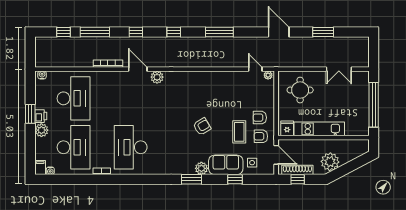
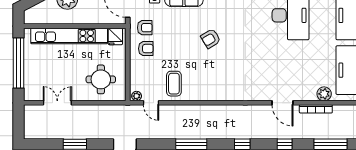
plant: (157, 77) -> (324, 94), moved
kitchen unit: (319, 129) -> (69, 36), width x1.36
coffee table: (239, 132) -> (174, 84), moved

